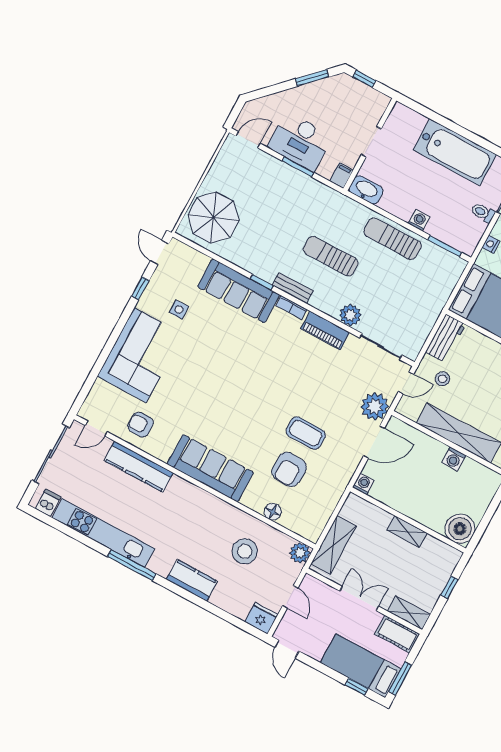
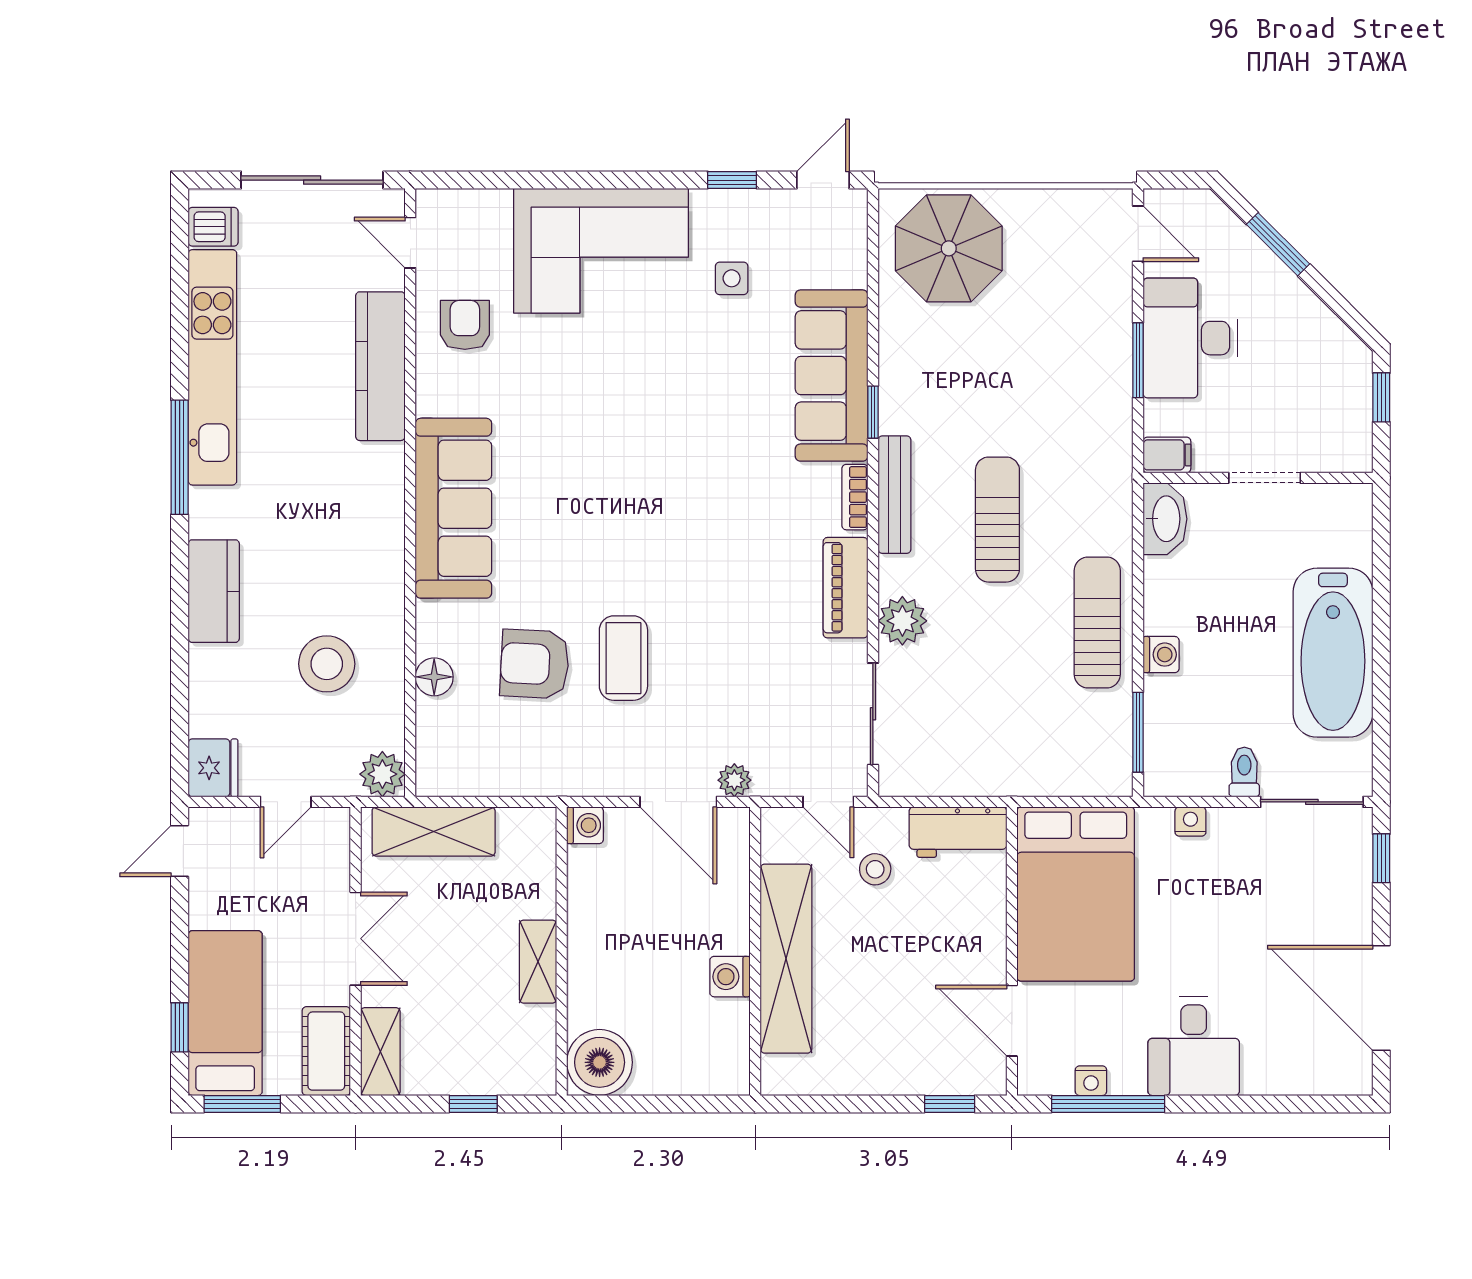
window: (312, 78) -> (1278, 244), moved
bench: (293, 288) -> (894, 495), width x1.36
plant: (375, 407) -> (734, 780), width x0.53, depth x0.53

